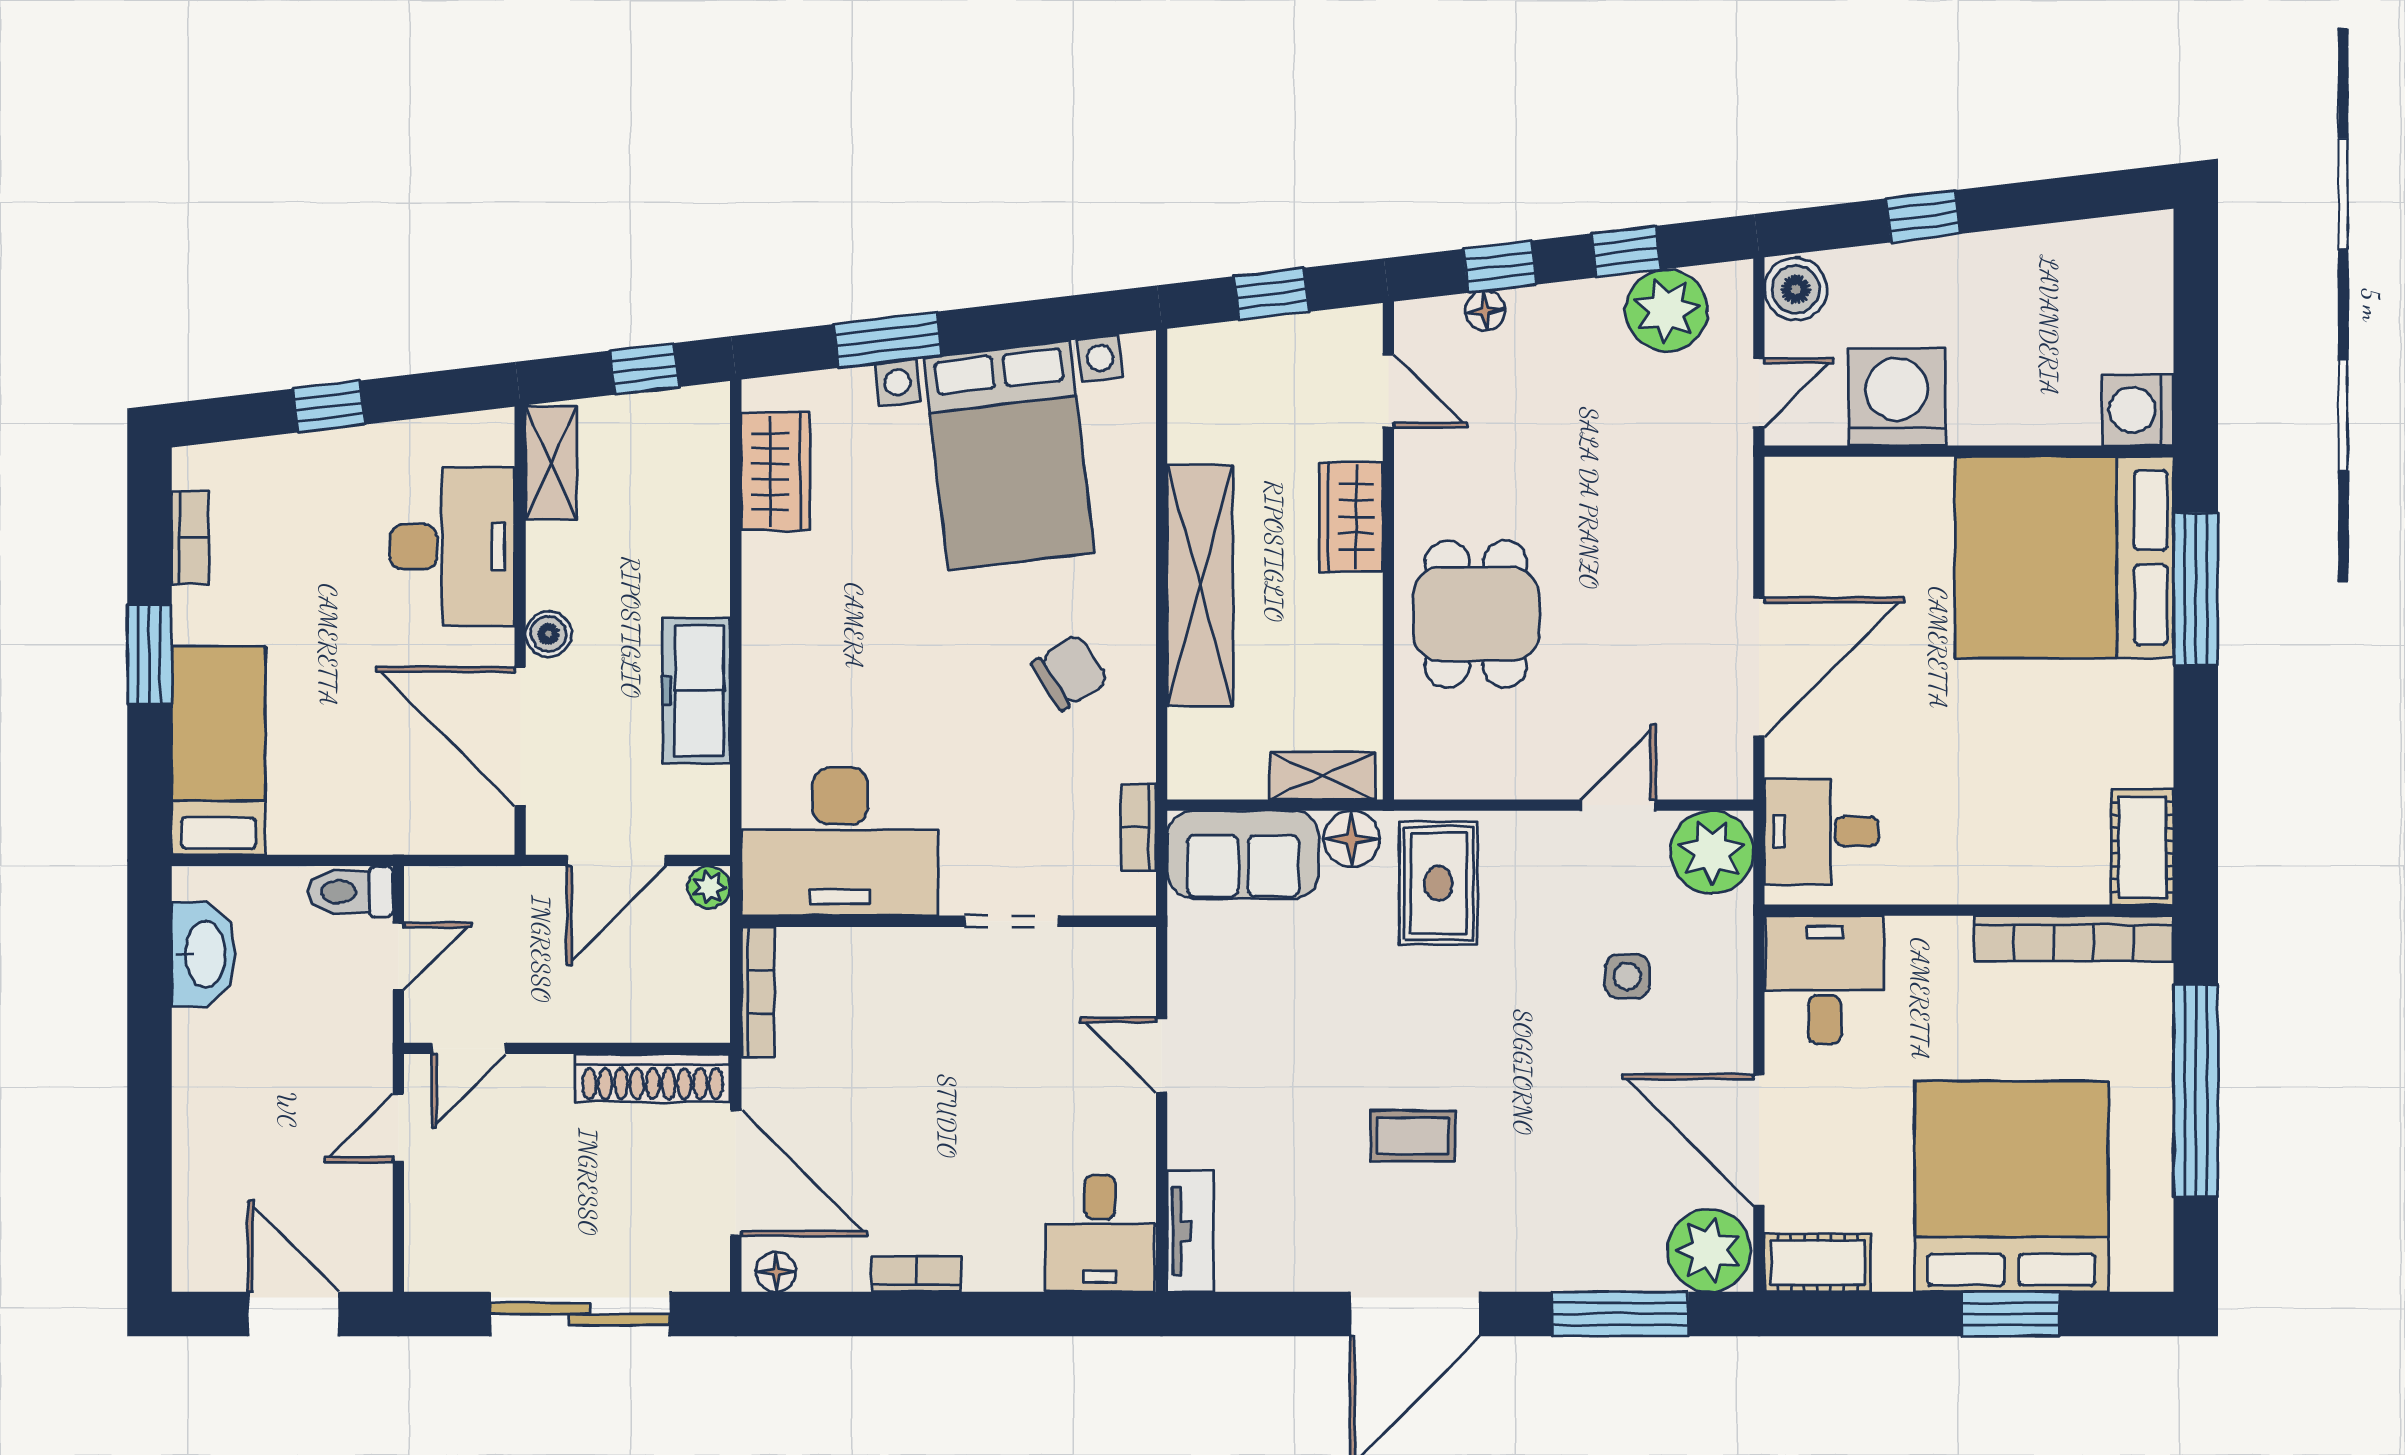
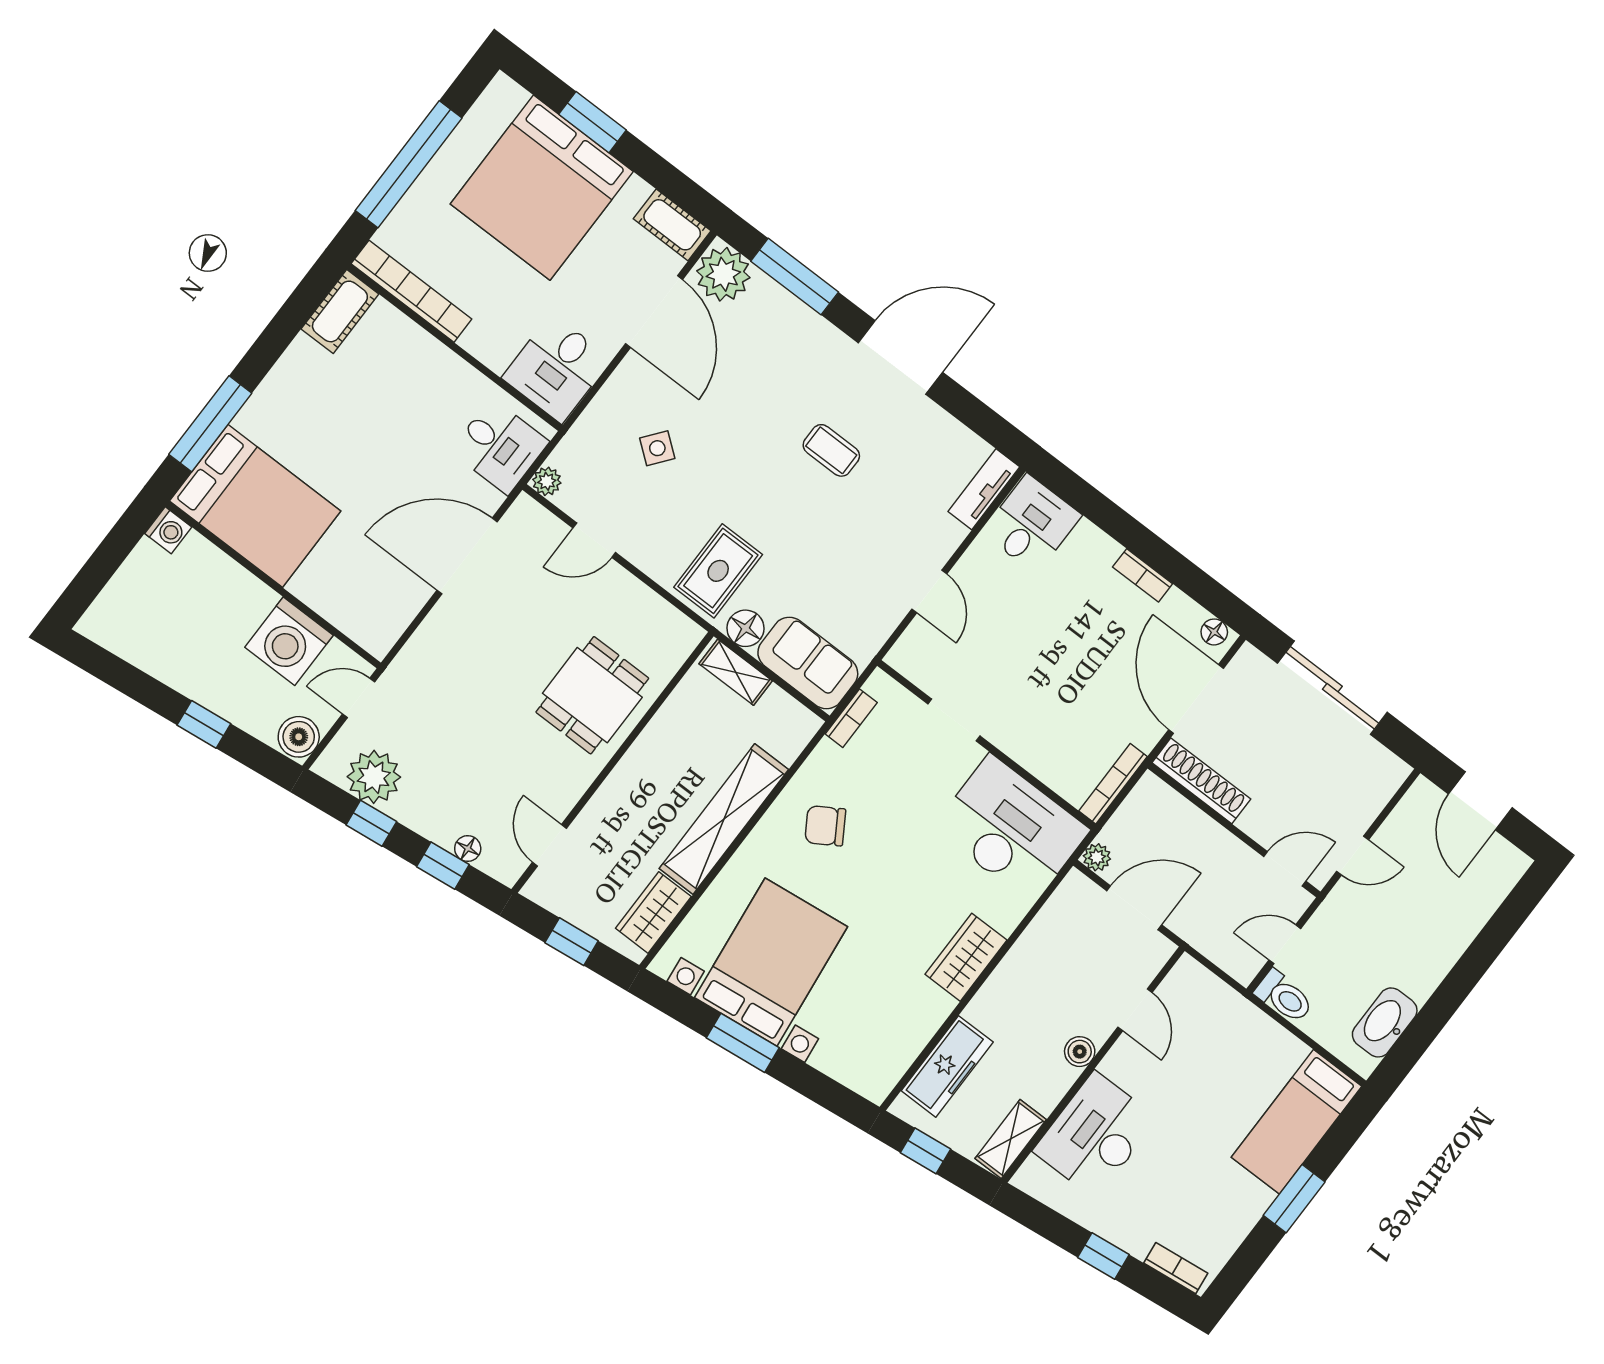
window: (888, 340) -> (743, 1043), moved
washing machine: (2138, 410) -> (168, 530), width x0.73, depth x0.73
wardrobe: (776, 472) -> (966, 957), moved
wardrobe: (1351, 517) -> (653, 912), moved, turned 180
bookcase: (190, 538) -> (1176, 1268), moved, turned 83
bed: (2064, 557) -> (255, 506), width x0.73
freezer: (696, 691) -> (947, 1066), moved
door: (520, 736) -> (1135, 1010), width x0.53
plant: (1712, 852) -> (547, 481), width x0.53, depth x0.53
side table: (1627, 976) -> (657, 448), turned 38

